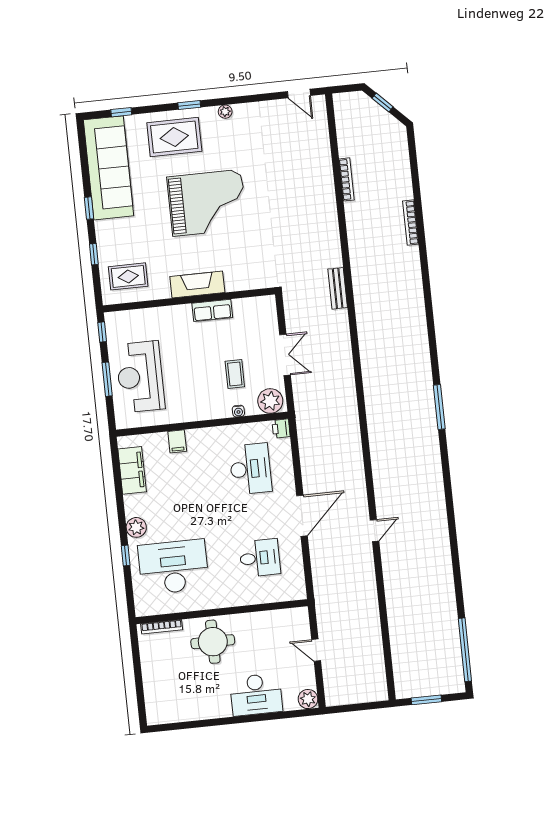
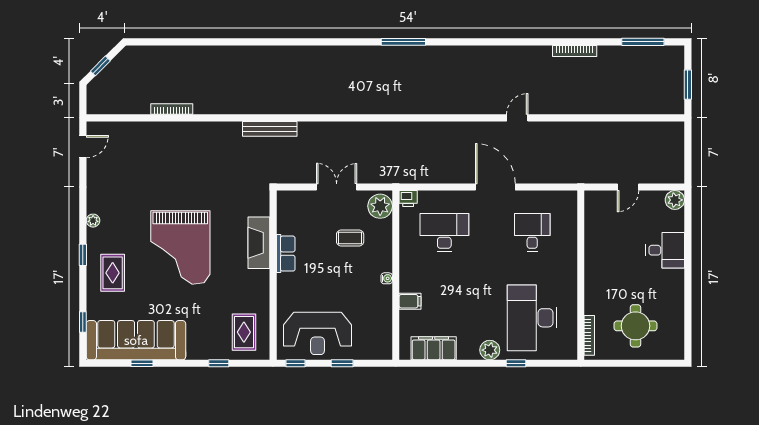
rug: (174, 137) -> (113, 273), width x0.73, depth x0.70
grand piano: (207, 203) -> (180, 248), turned 180
window: (89, 208) -> (142, 363), moved
bookcase: (411, 223) -> (575, 51), moved
fireplace: (197, 284) -> (259, 243), moved
bench: (338, 288) -> (270, 129), width x1.36
reception desk: (140, 377) -> (318, 333), moved
window: (107, 379) -> (342, 363), width x0.67
water cooler: (238, 411) -> (387, 278), moved
door: (374, 531) -> (517, 118), hinge flipped
round table: (213, 642) -> (635, 326), moved
window: (465, 650) -> (643, 42), width x0.68
desk: (256, 695) -> (665, 250), width x0.73

